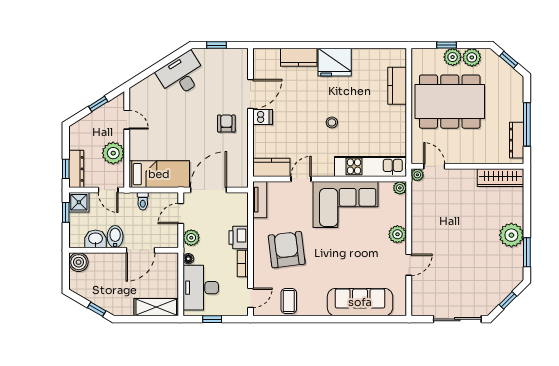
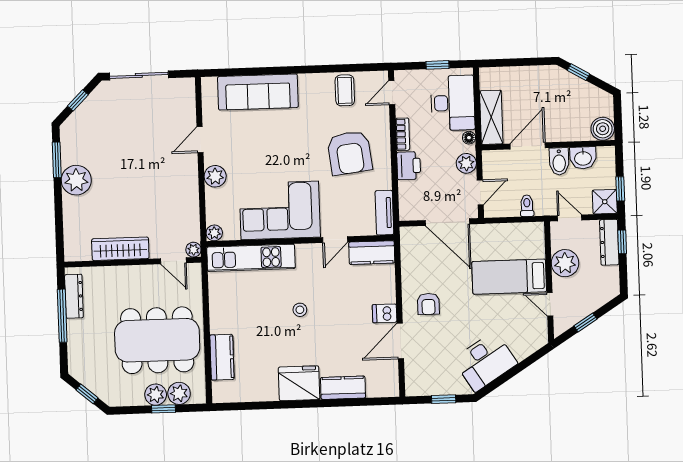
plant: (472, 57) -> (179, 393), moved
bed: (159, 174) -> (509, 277), moved
wardrobe: (500, 178) -> (120, 249), moved
door: (208, 190) -> (447, 222), hinge flipped
shelving: (156, 307) -> (491, 117), moved, turned 90

